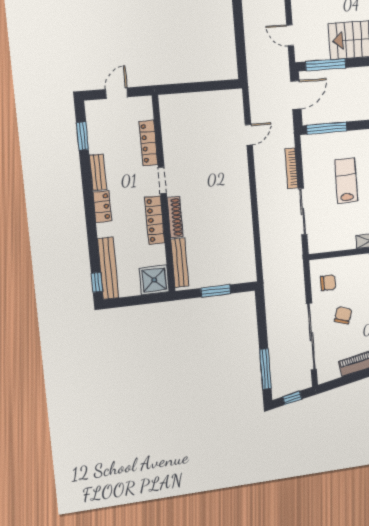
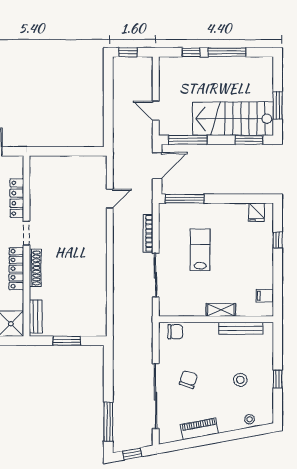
bench: (180, 263) -> (36, 317), width x0.73
chair: (328, 283) -> (175, 332), moved

